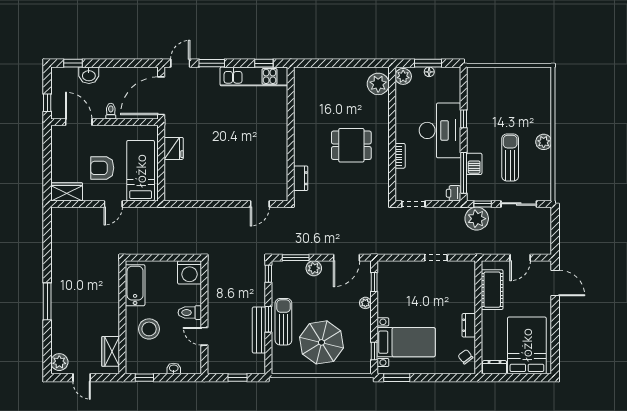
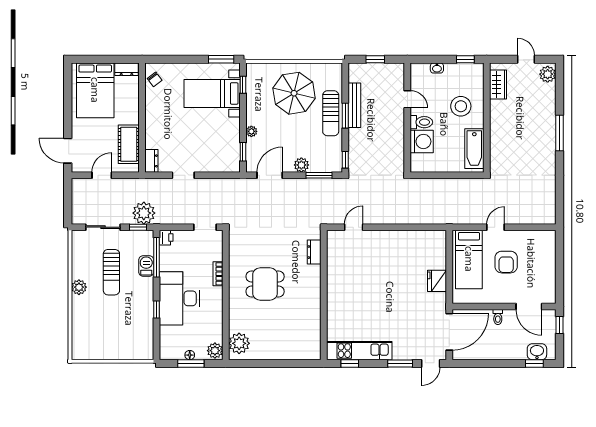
washbasin: (89, 75) -> (537, 352), moved
armchair: (102, 168) -> (506, 262), turned 90
wardrobe: (67, 192) -> (541, 239), removed
washing machine: (190, 272) -> (422, 141), moved, turned 90
dresser: (469, 325) -> (151, 161), moved

